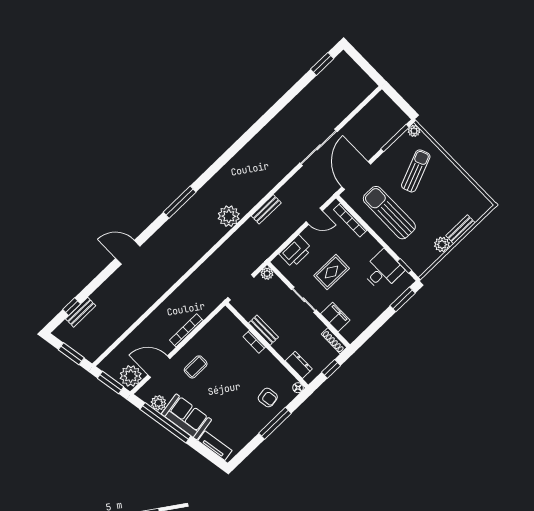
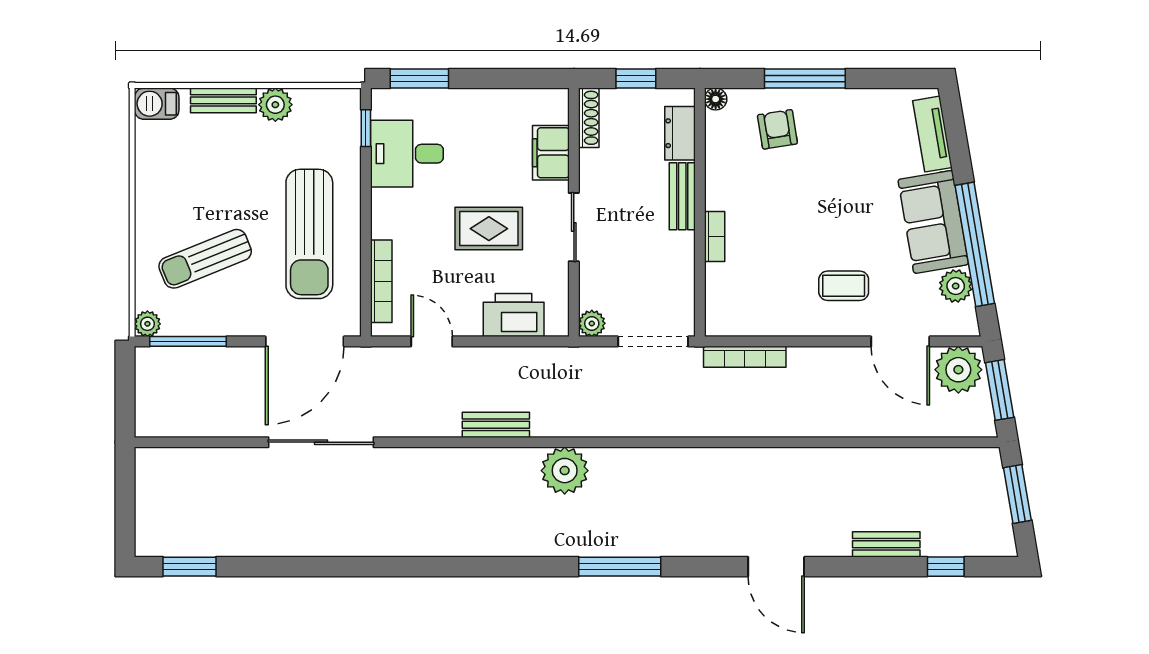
barbecue: (482, 207) -> (157, 104), added
bench: (81, 312) -> (886, 544), moved
bookcase: (186, 330) -> (745, 357), moved
bench: (264, 330) -> (682, 196), moved

